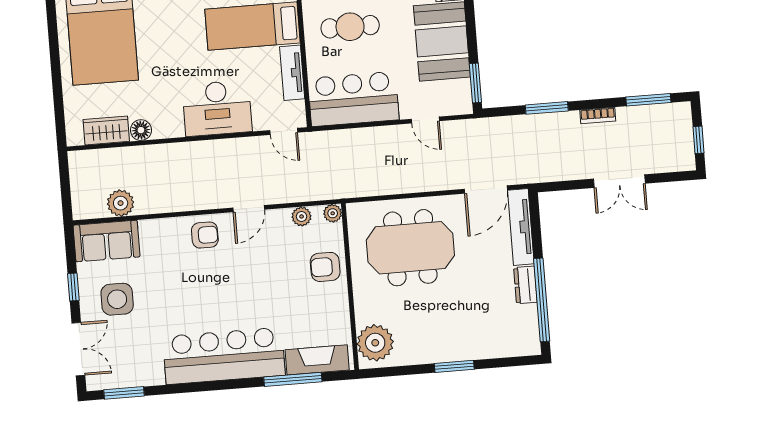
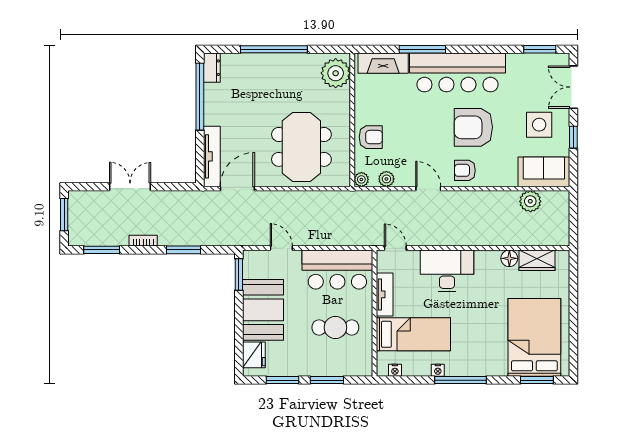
window: (698, 140) -> (64, 215), width x1.50
door: (249, 209) -> (428, 189), hinge flipped
meeting table: (410, 248) -> (301, 147), turned 90
dresser: (525, 285) -> (212, 68), moved
armchair: (199, 289) -> (473, 127), added
window: (454, 366) -> (274, 49), width x2.11
window: (293, 379) -> (422, 49), moved

